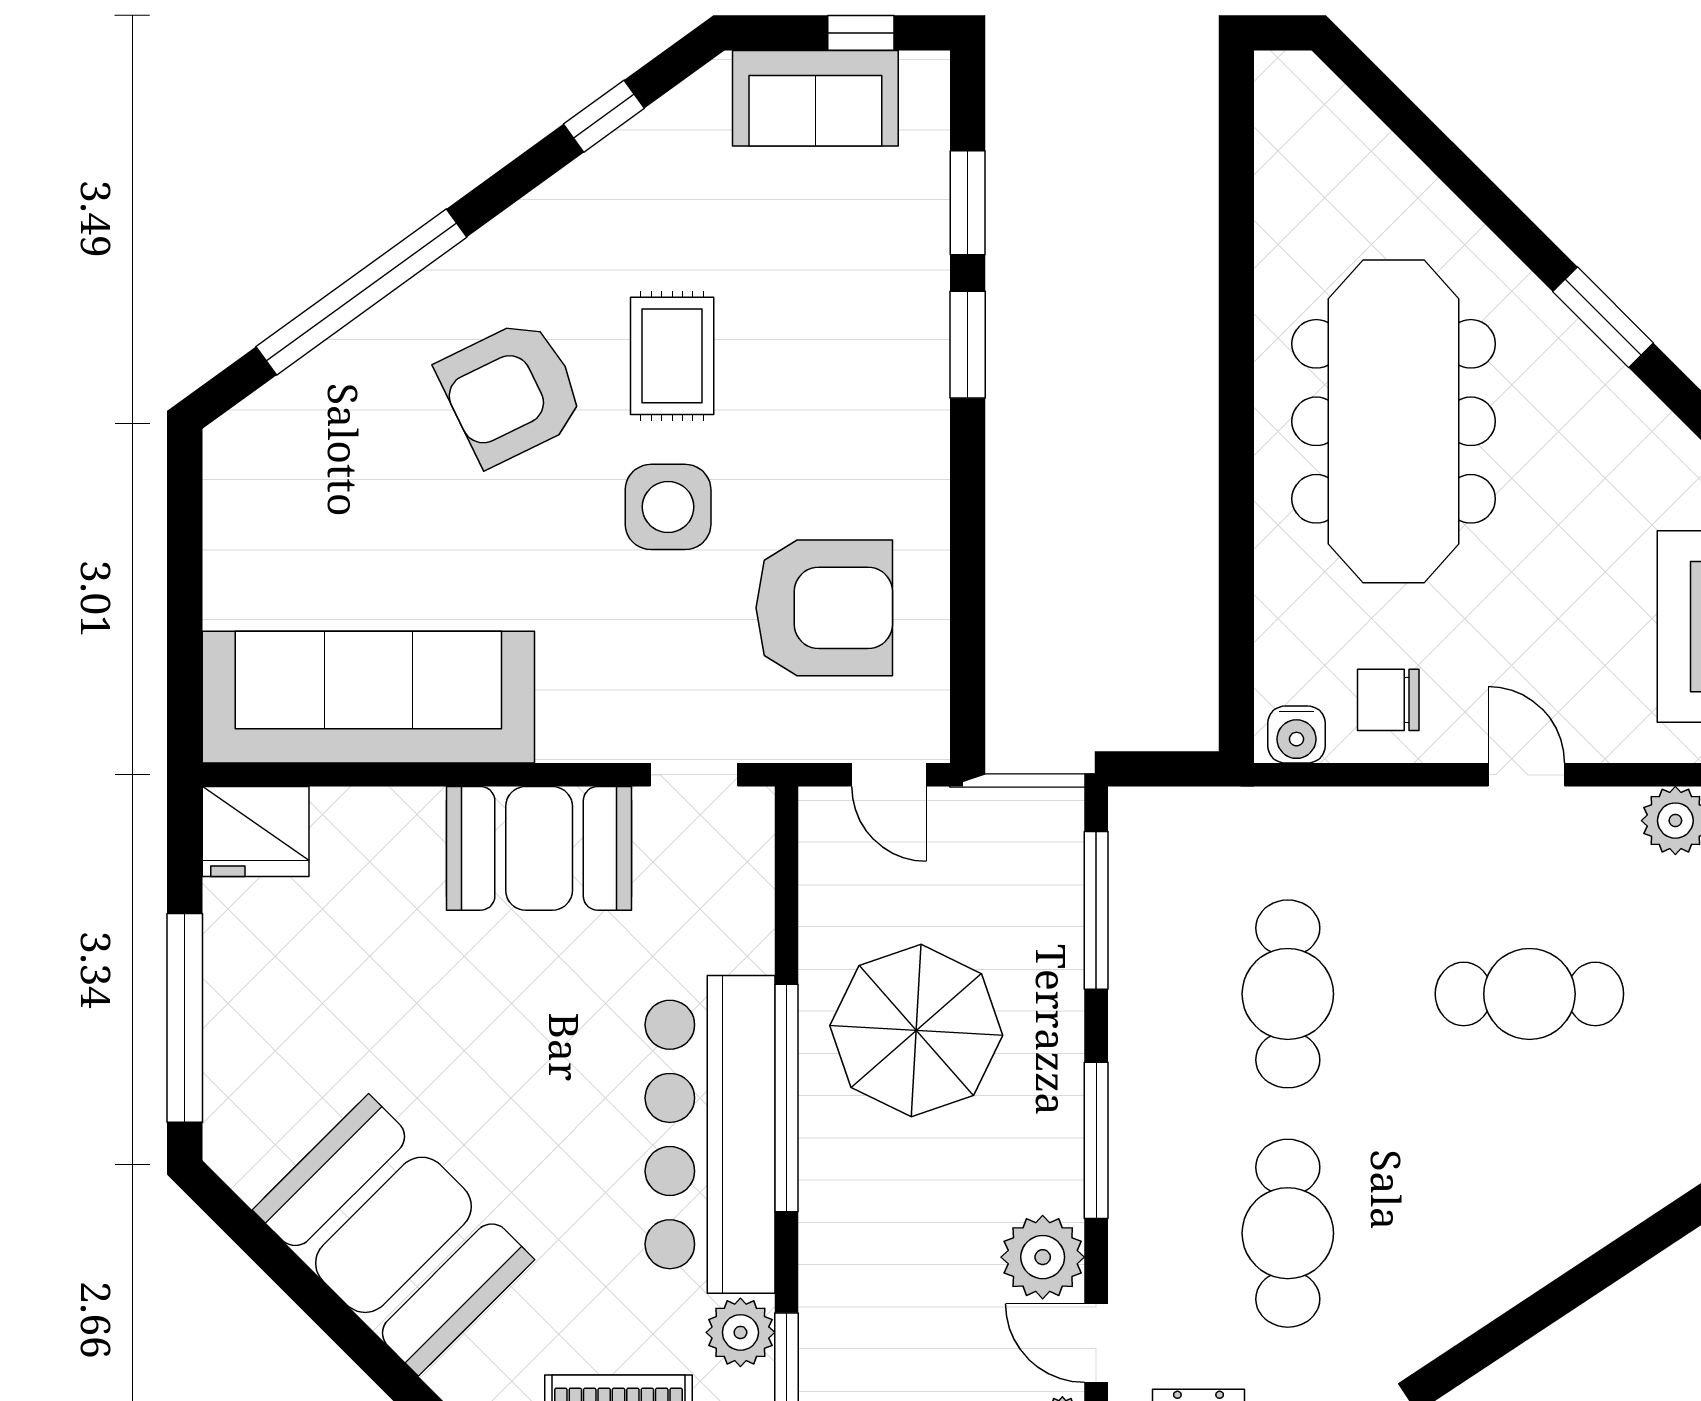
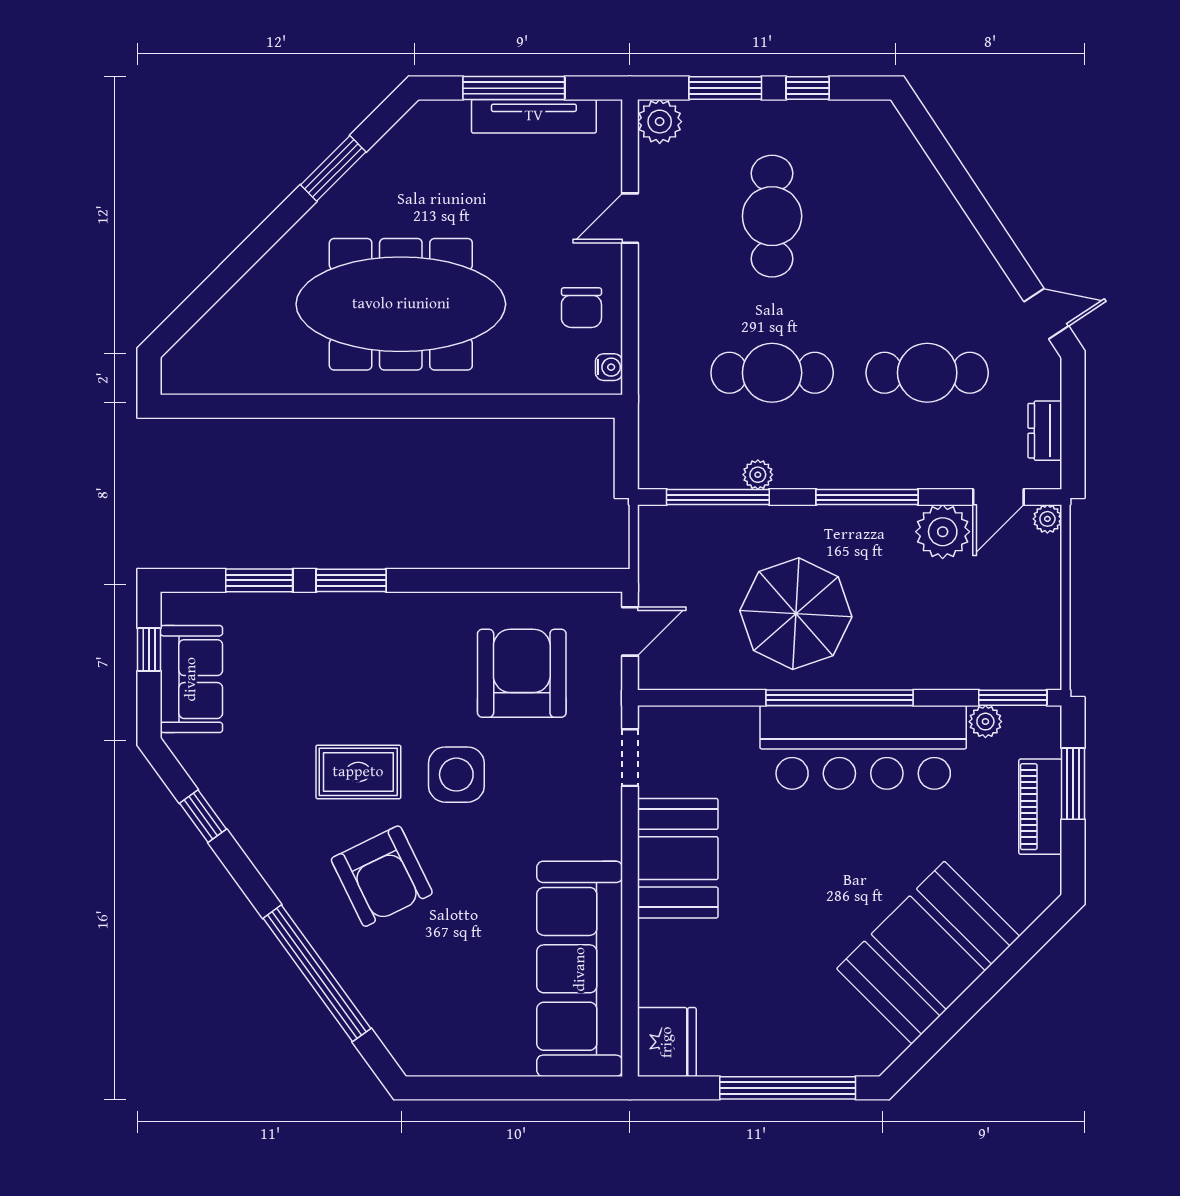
water cooler: (1296, 735) -> (609, 367), width x0.72, depth x0.72
plant: (1131, 972) -> (758, 475), added
plant: (740, 1332) -> (985, 722), width x0.73, depth x0.73

